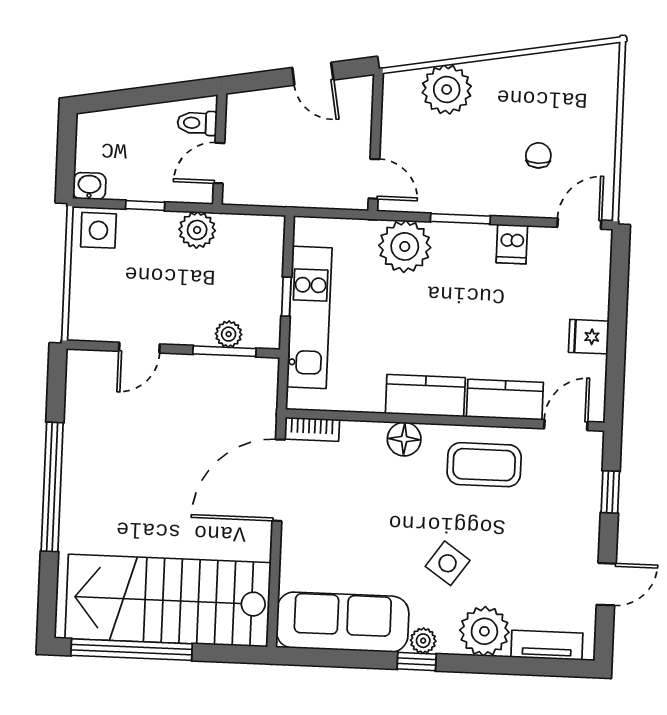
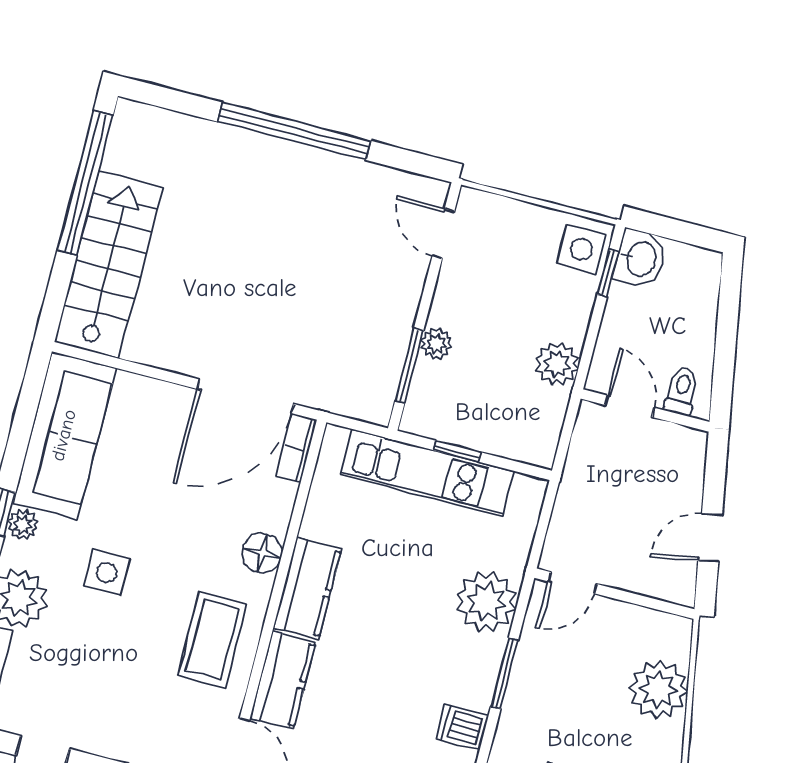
washbasin: (89, 186) -> (640, 259), width x1.38, depth x1.45
window: (145, 206) -> (608, 273), moved
plant: (229, 334) -> (436, 344), moved
door: (139, 348) -> (443, 234), moved
door: (279, 480) -> (246, 396), swing flipped
side table: (448, 563) -> (107, 572), turned -35
stairs: (168, 601) -> (109, 265), width x0.73, depth x0.66

